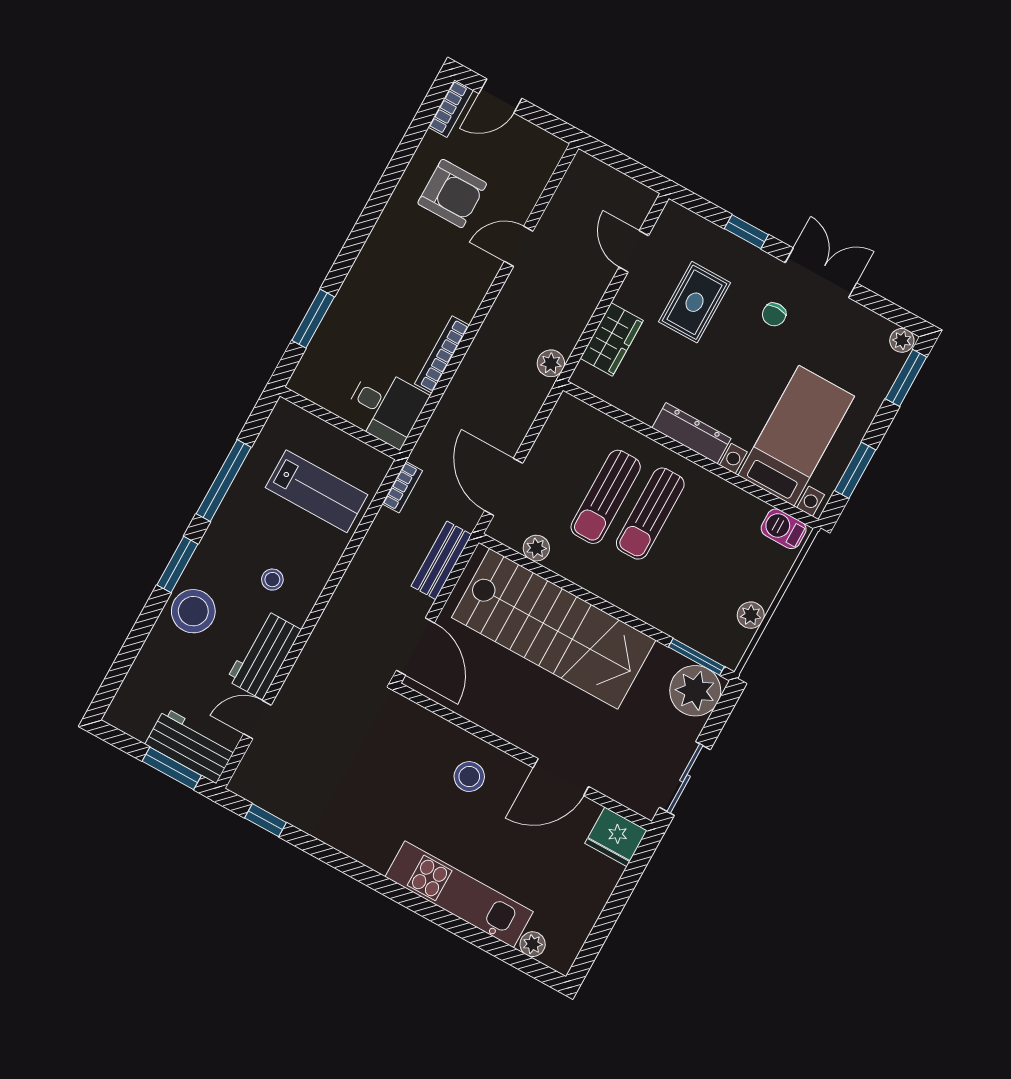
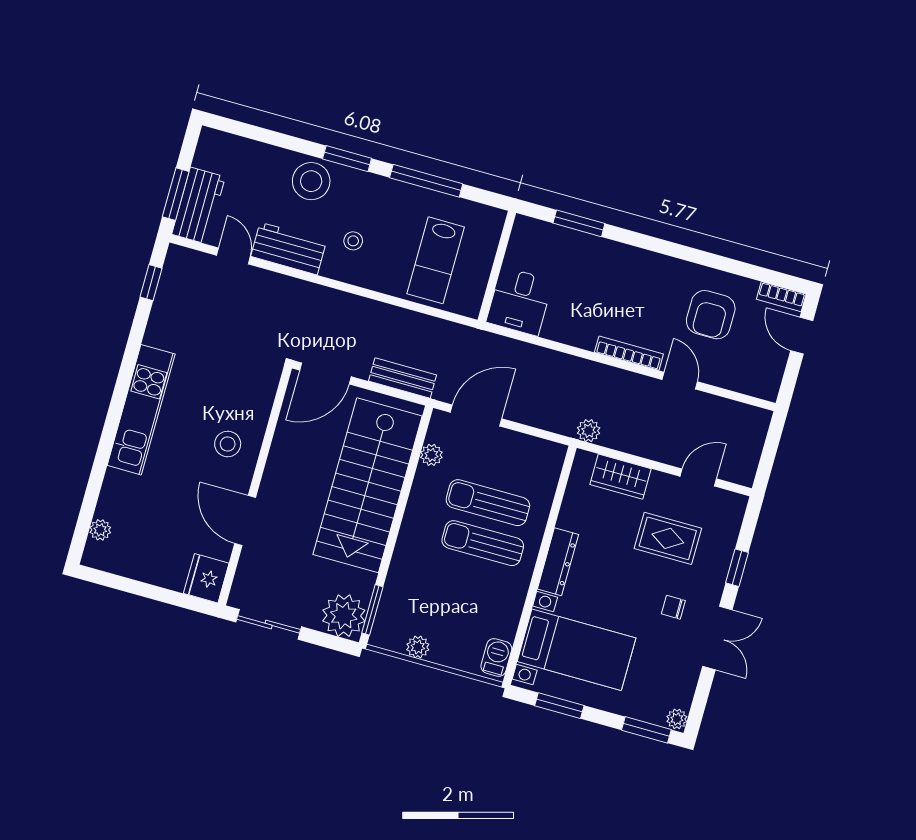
bookcase: (442, 354) -> (629, 353), moved
bookcase: (402, 487) -> (456, 331), removed
kitchen unit: (459, 894) -> (141, 410), moved

